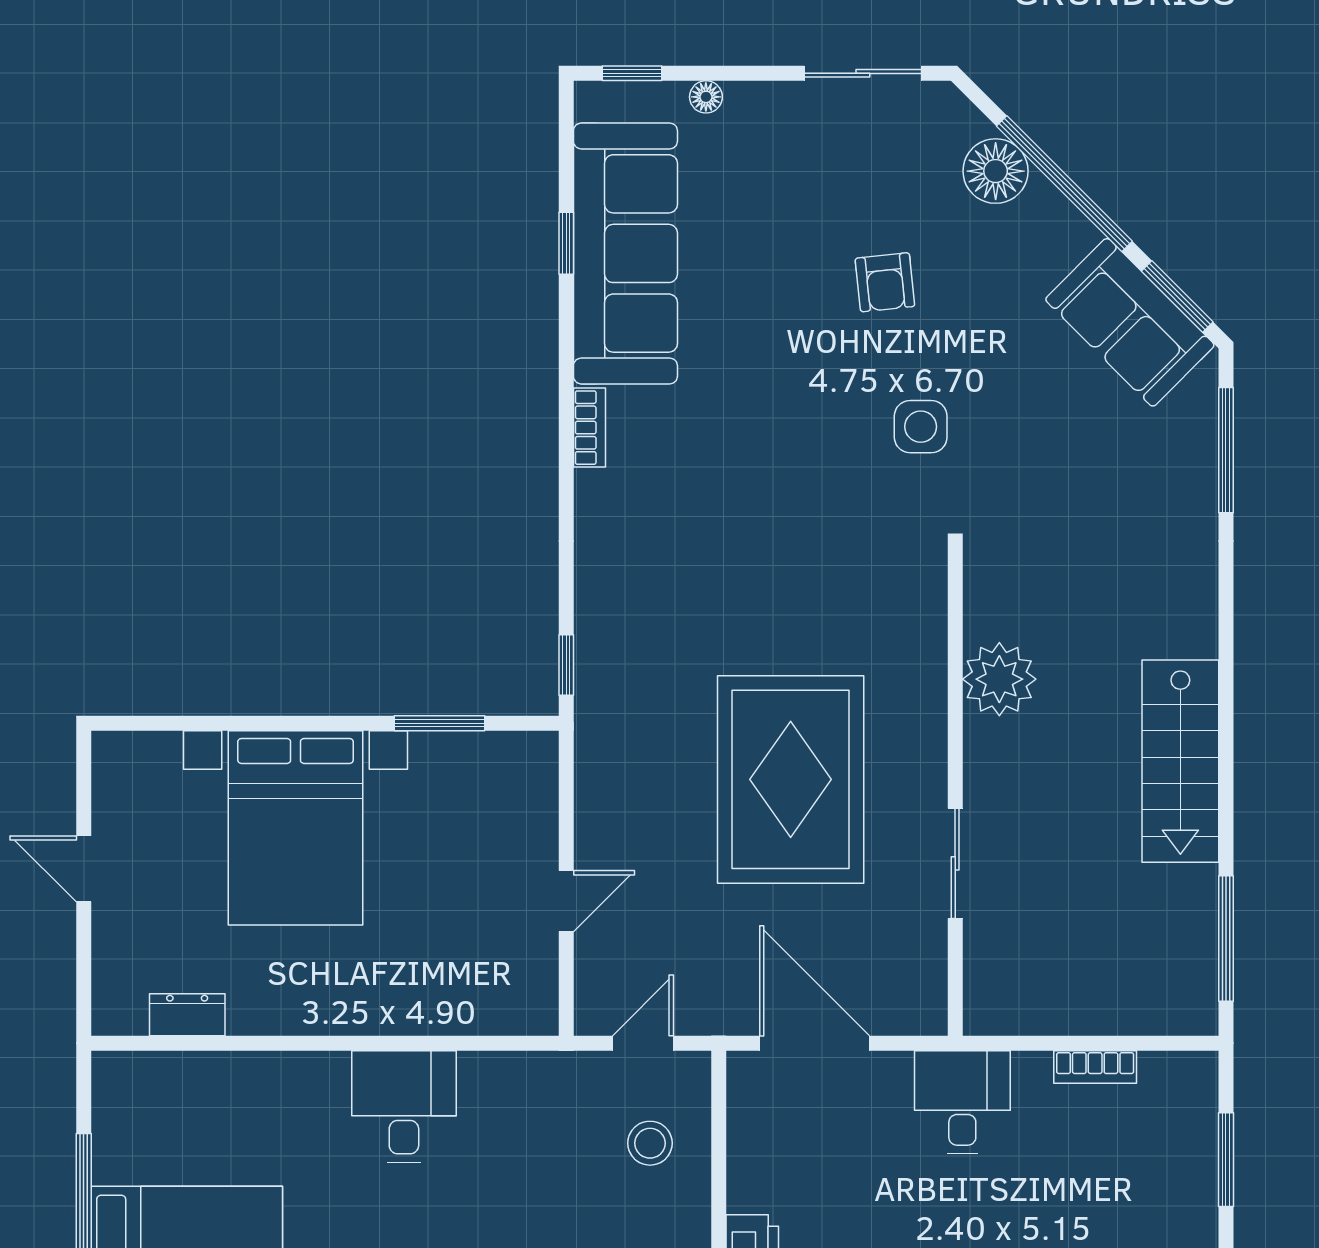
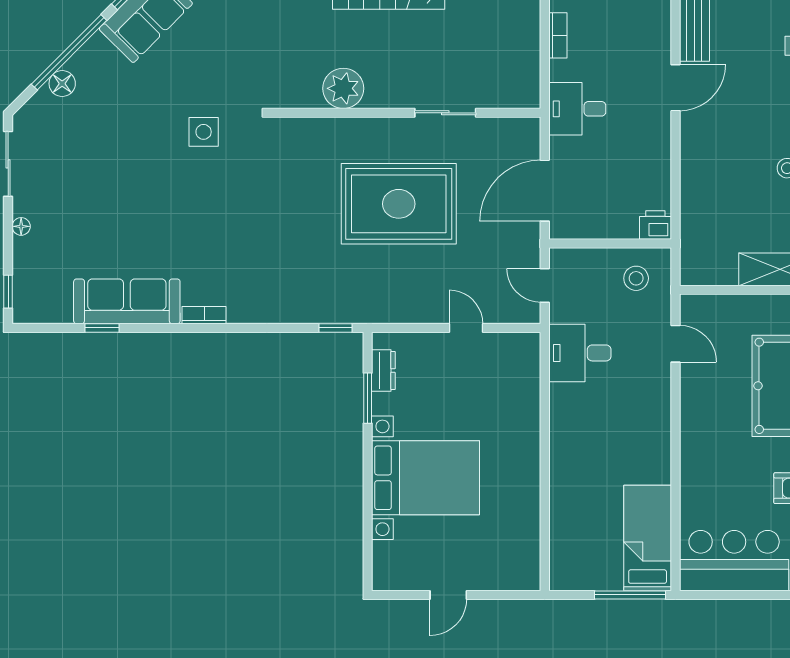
floor lamp: (706, 97) -> (21, 226), moved
floor lamp: (996, 171) -> (62, 84), width x0.73, depth x0.73
sofa: (625, 253) -> (127, 301), width x0.74, depth x0.79
armchair: (885, 282) -> (124, 152), removed
dresser: (187, 1015) -> (383, 371), moved, turned 180
desk: (404, 1107) -> (580, 353), moved
stool: (650, 1143) -> (636, 278), moved

